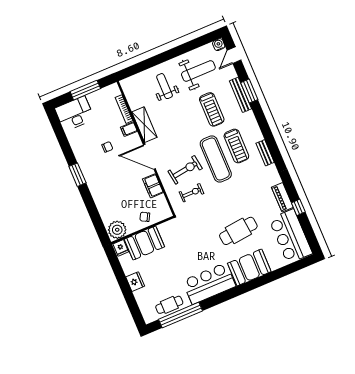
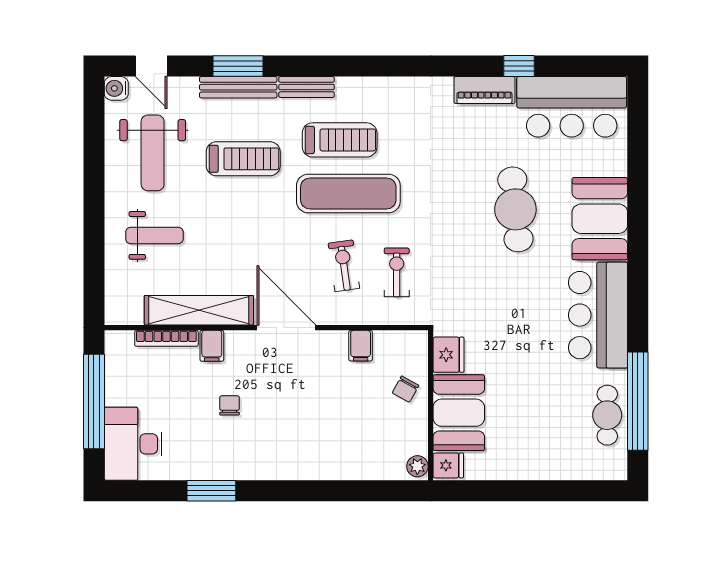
weight bench: (198, 71) -> (153, 153), turned 180
weight bench: (165, 86) -> (154, 235), turned 180
window: (85, 90) -> (94, 401), width x1.46
shelving: (144, 125) -> (199, 310), width x1.47
bench: (265, 153) -> (307, 87), moved
door: (149, 157) -> (286, 328), swing flipped
exercise bike: (185, 170) -> (344, 266), width x0.73, depth x0.72
window: (77, 175) -> (211, 491), moved
filing cabinet: (153, 186) -> (361, 346), width x0.50
plant: (117, 230) -> (417, 466), width x0.53, depth x0.53
fridge: (135, 282) -> (449, 355), moved, turned 90

